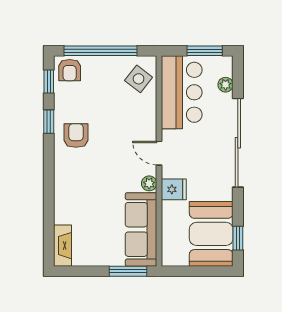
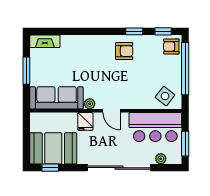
door: (159, 153) -> (112, 111), swing flipped
window: (128, 271) -> (26, 71), moved

